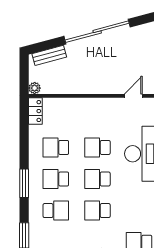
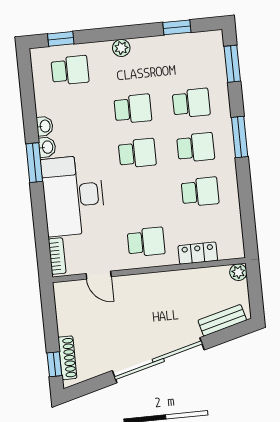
door: (133, 96) -> (99, 275), hinge flipped
locker: (35, 111) -> (198, 253), moved, turned 90
school desk: (97, 147) -> (146, 242), moved
school desk: (56, 211) -> (191, 103), turned 180

